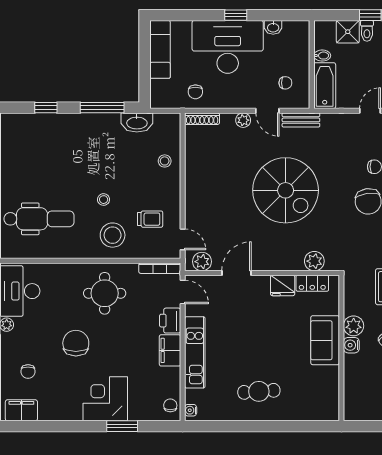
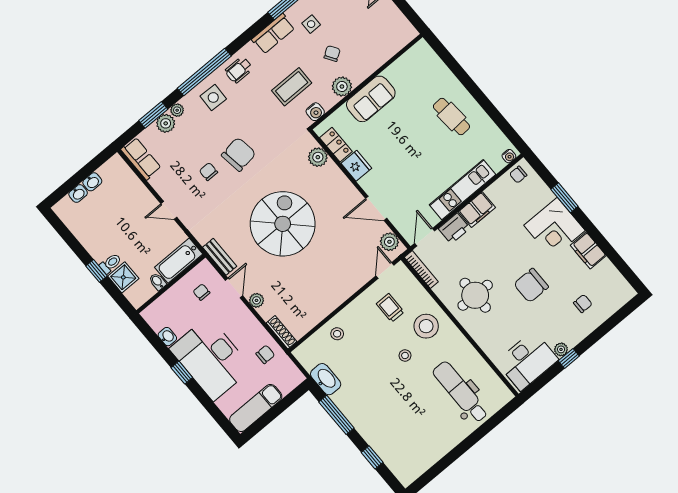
water cooler: (351, 345) -> (315, 112), moved
filing cabinet: (21, 410) -> (588, 250), moved

